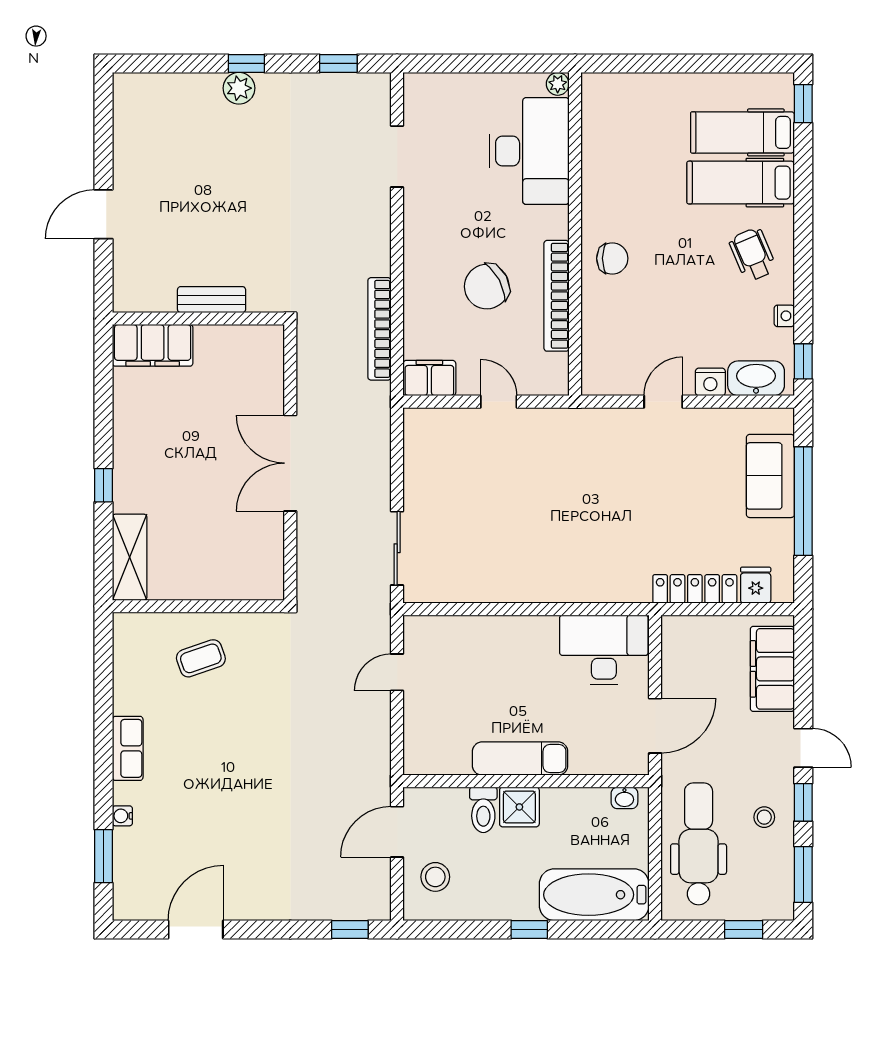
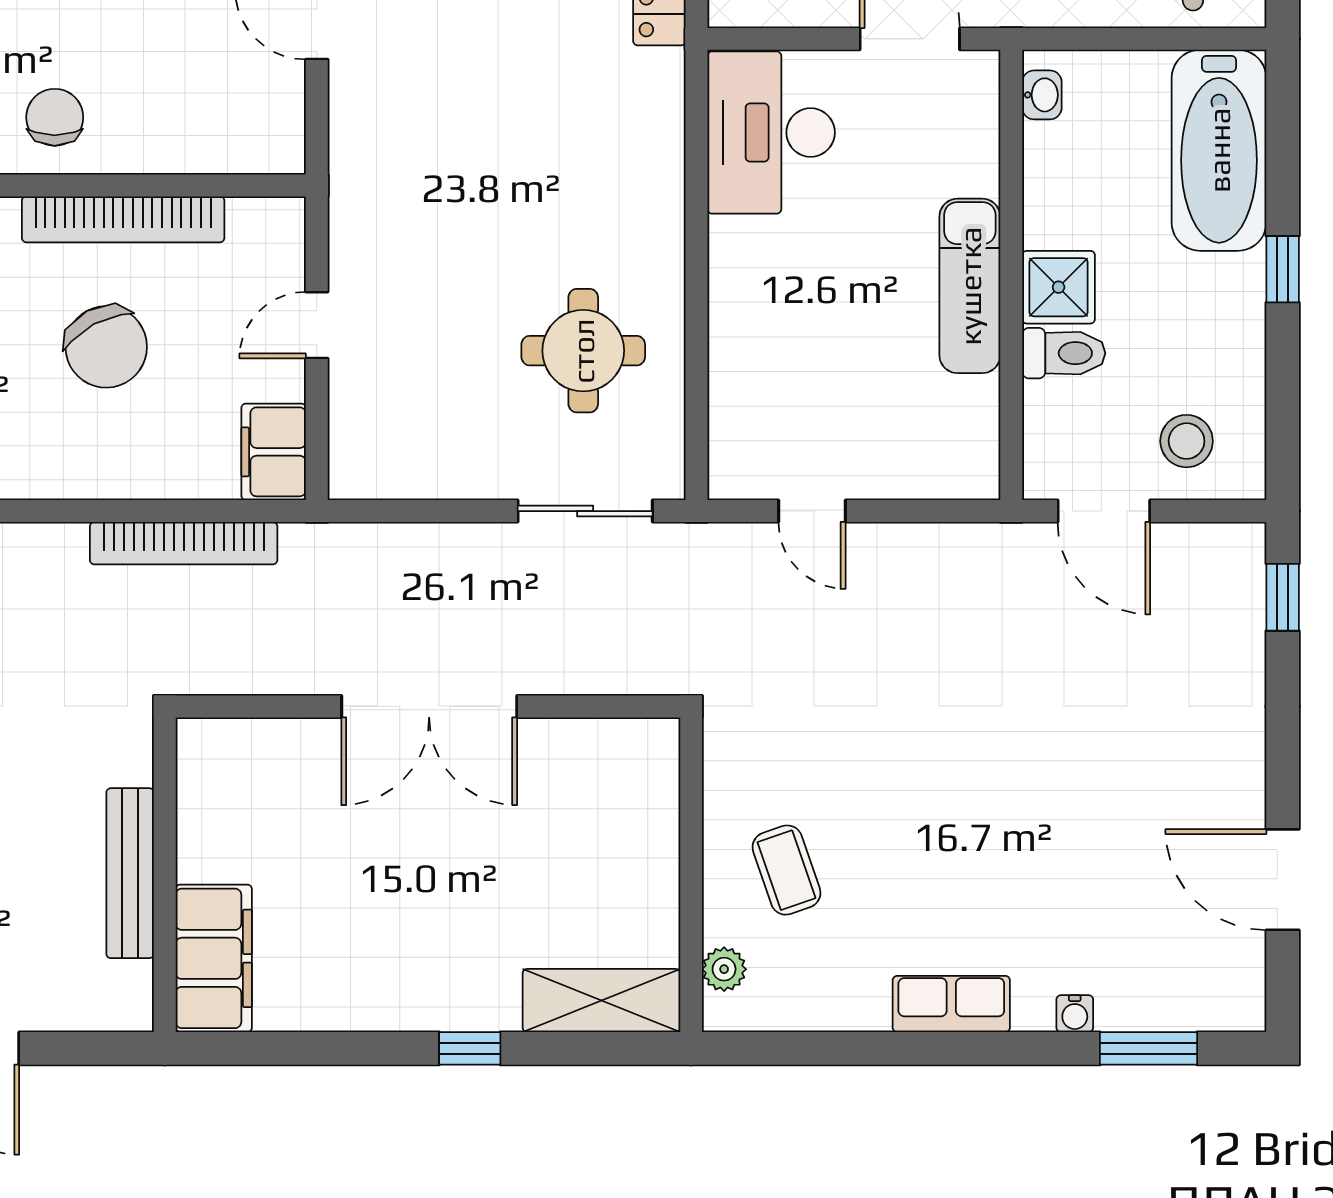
bench: (212, 300) -> (130, 873), width x1.36
round table: (485, 547) -> (583, 351), added
plant: (147, 624) -> (724, 969), added

